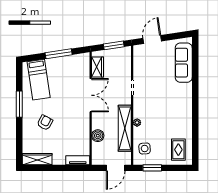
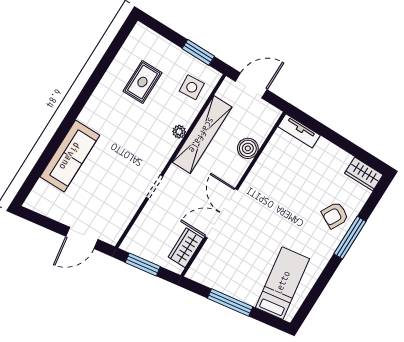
sofa: (184, 63) -> (70, 156), moved
window: (19, 104) -> (350, 238), moved
armchair: (45, 123) -> (335, 215), moved
rug: (178, 150) -> (142, 82), moved
wardrobe: (37, 159) -> (364, 174), width x0.67

